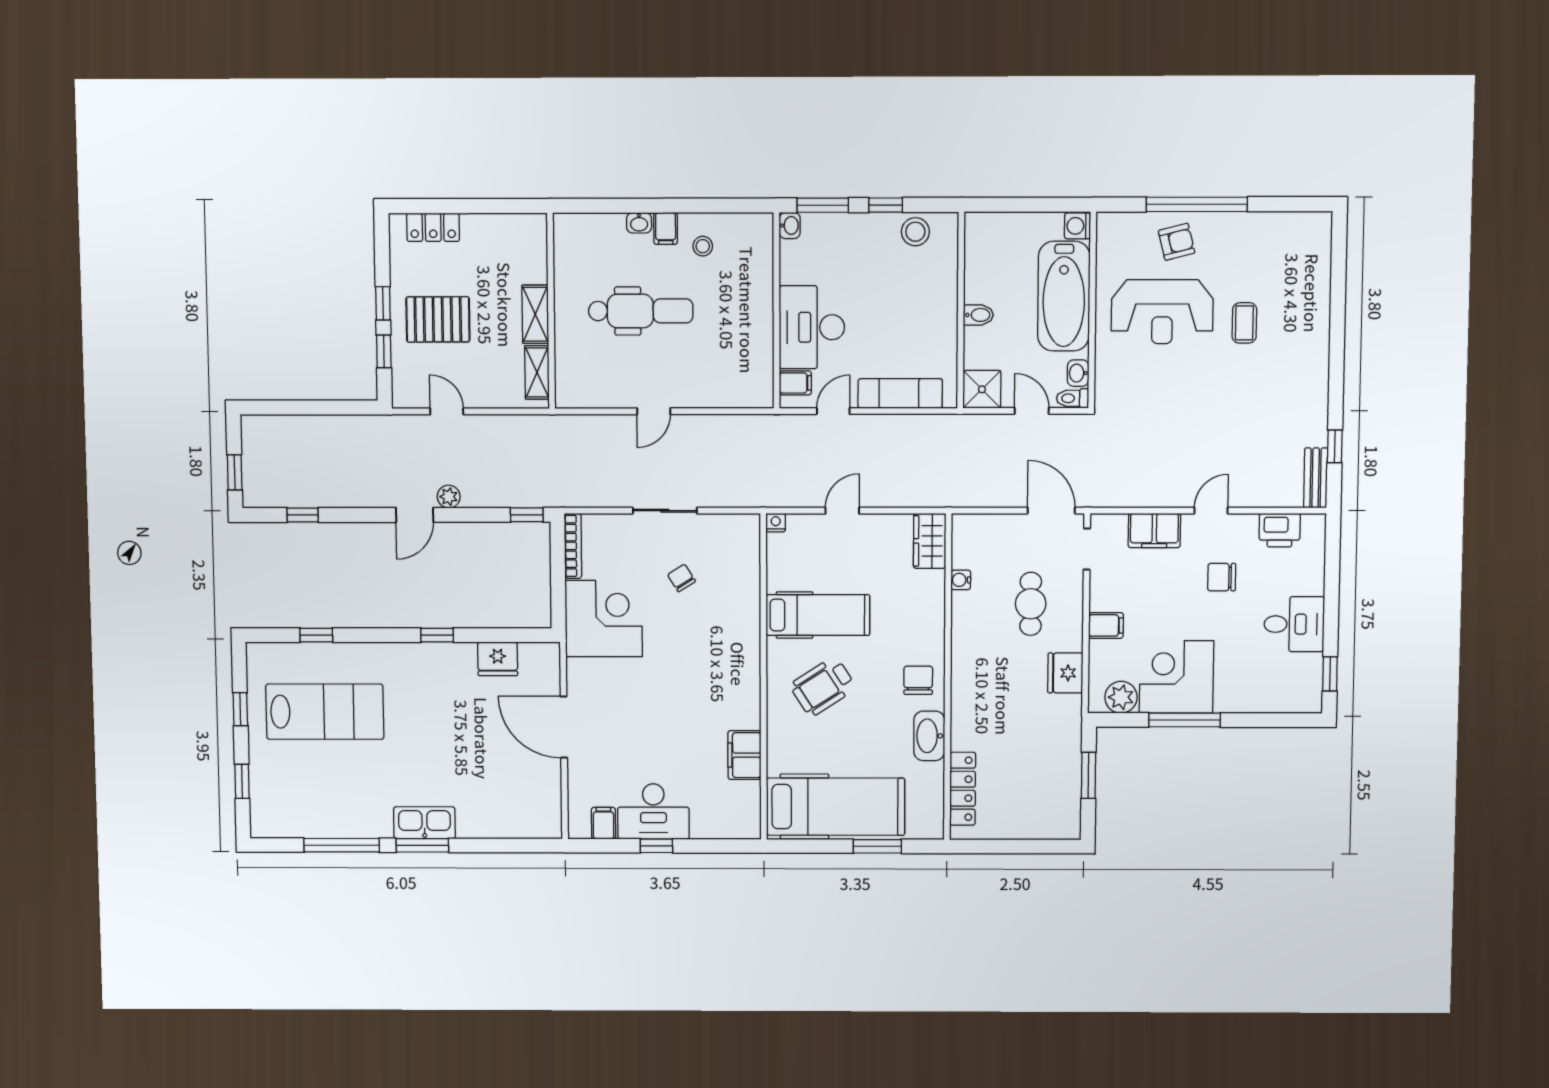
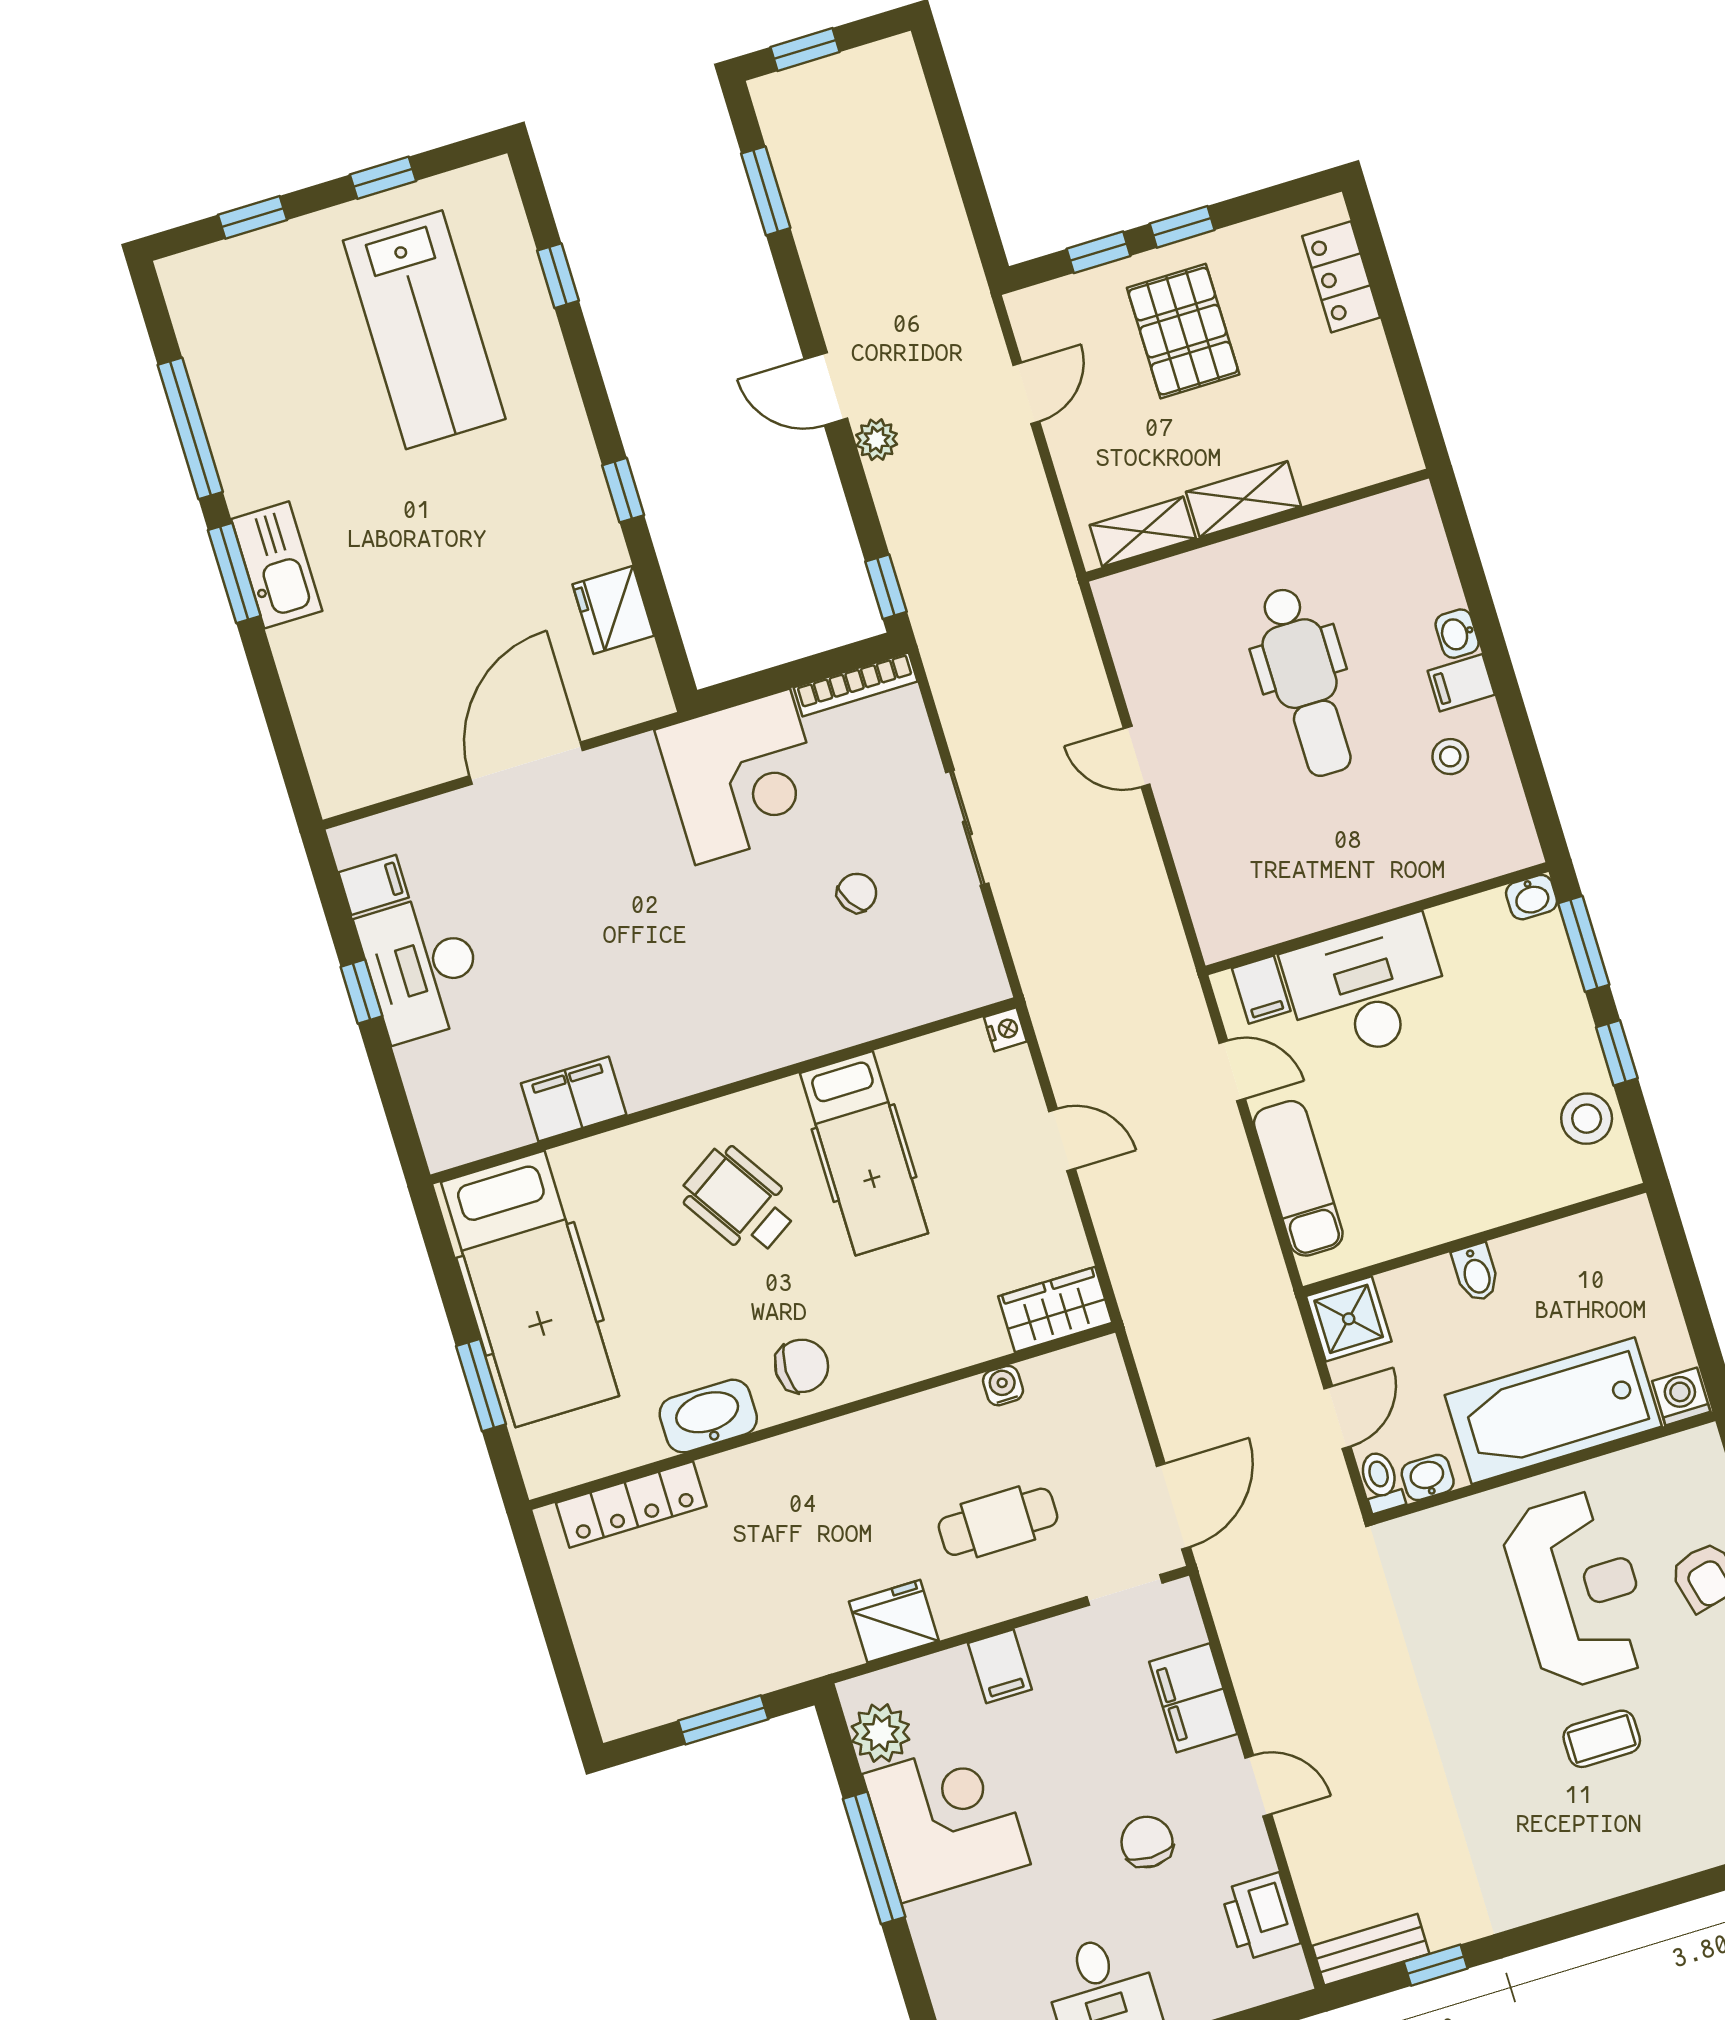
reception desk: (1162, 312) -> (1578, 1590), turned 180
window: (303, 515) -> (766, 191), width x1.50

